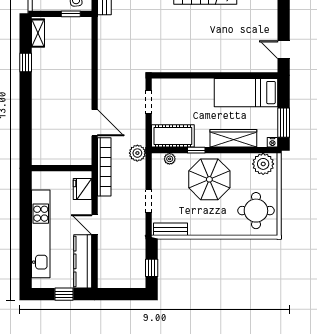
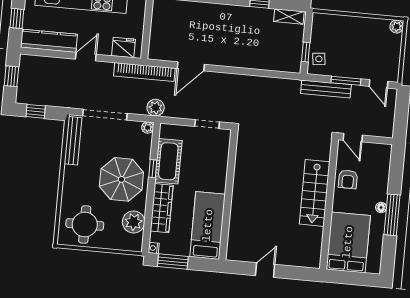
door: (284, 50) -> (265, 270), moved
cot: (173, 136) -> (168, 161), moved
plant: (170, 159) -> (148, 128), moved
plant: (263, 164) -> (134, 222), moved
doorway: (149, 201) -> (105, 115), width x1.88
bench: (171, 229) -> (73, 141), width x1.36
window: (120, 294) -> (11, 76), added

